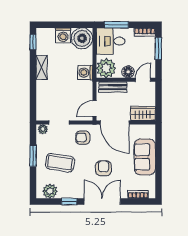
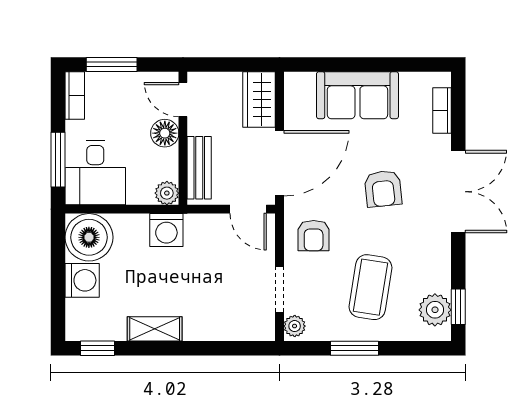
plant: (106, 68) -> (167, 193), width x0.53, depth x0.53
armchair: (104, 168) -> (383, 189), turned -96
window: (69, 202) -> (458, 307), moved
double door: (102, 202) -> (458, 192), swing flipped

